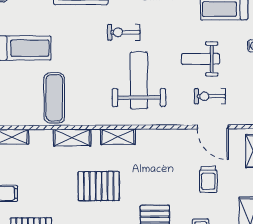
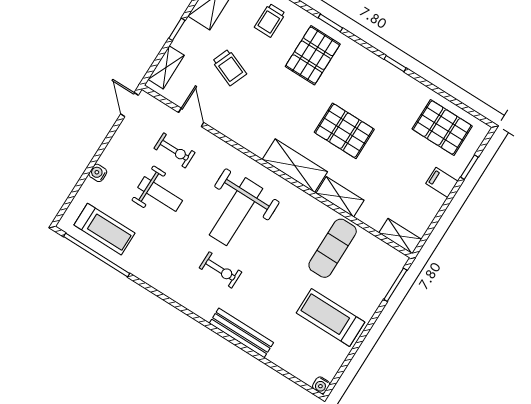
door: (213, 127) -> (191, 117), width x0.73
shelving: (118, 137) -> (295, 166), width x1.50, depth x1.33
trolley: (208, 179) -> (229, 67), turned 112

